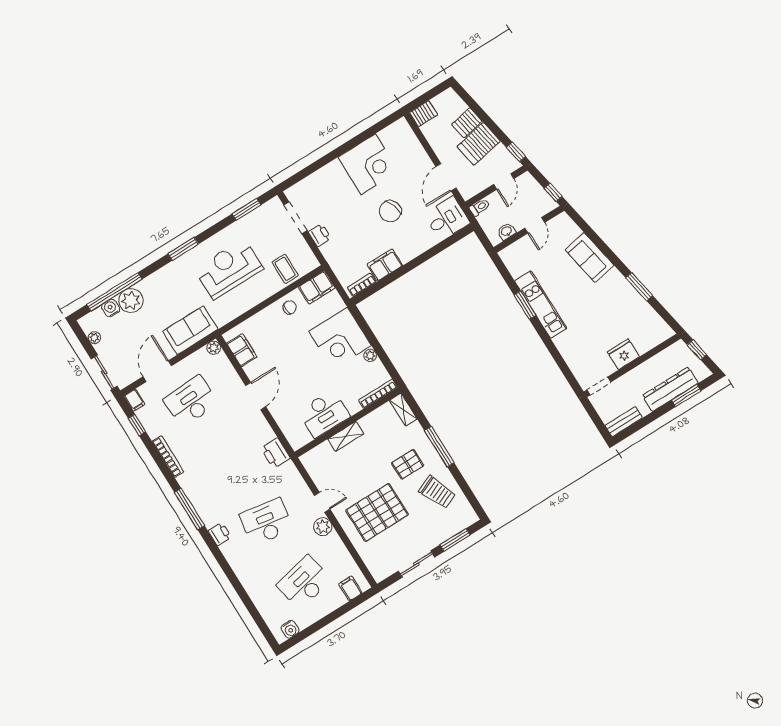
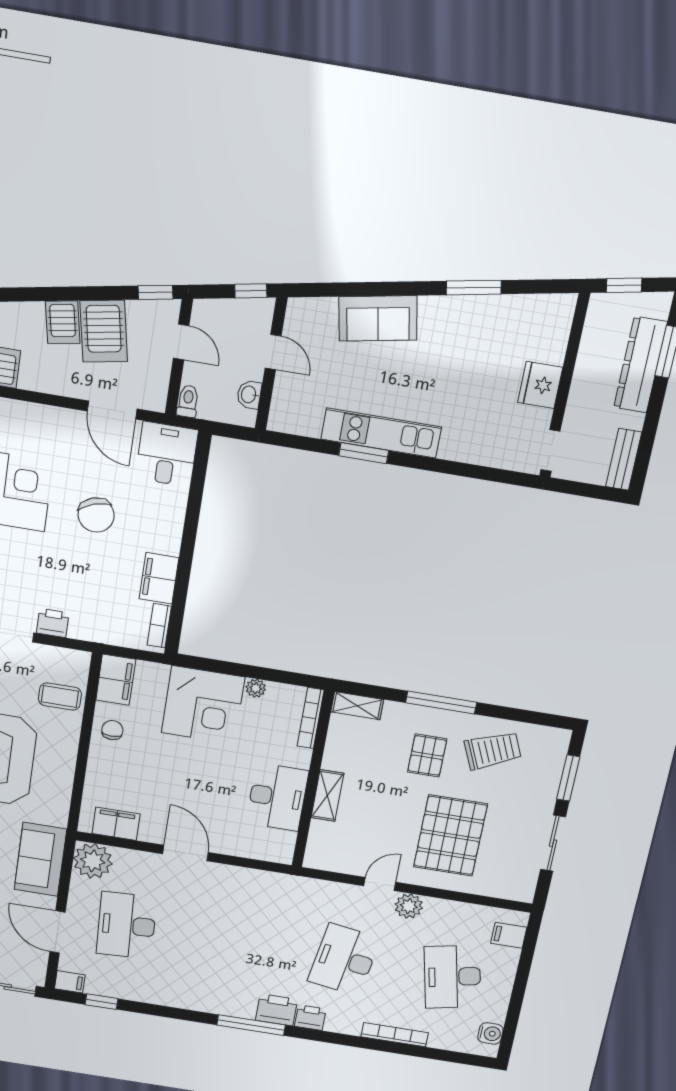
plant: (214, 348) -> (93, 861), width x1.88, depth x1.88
printer: (275, 453) -> (277, 1010), moved, turned 180
bookcase: (168, 456) -> (395, 1035), moved

